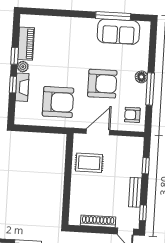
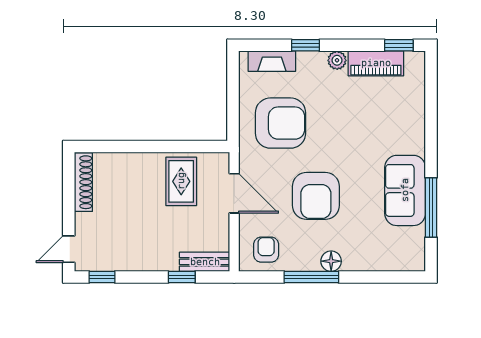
sofa: (118, 32) -> (405, 190), moved
window: (15, 56) -> (399, 45), moved
fireplace: (22, 87) -> (272, 61), moved
armchair: (58, 102) -> (281, 123), turned -90
bench: (135, 192) -> (205, 262), moved
shoe rack: (98, 221) -> (83, 182), moved

